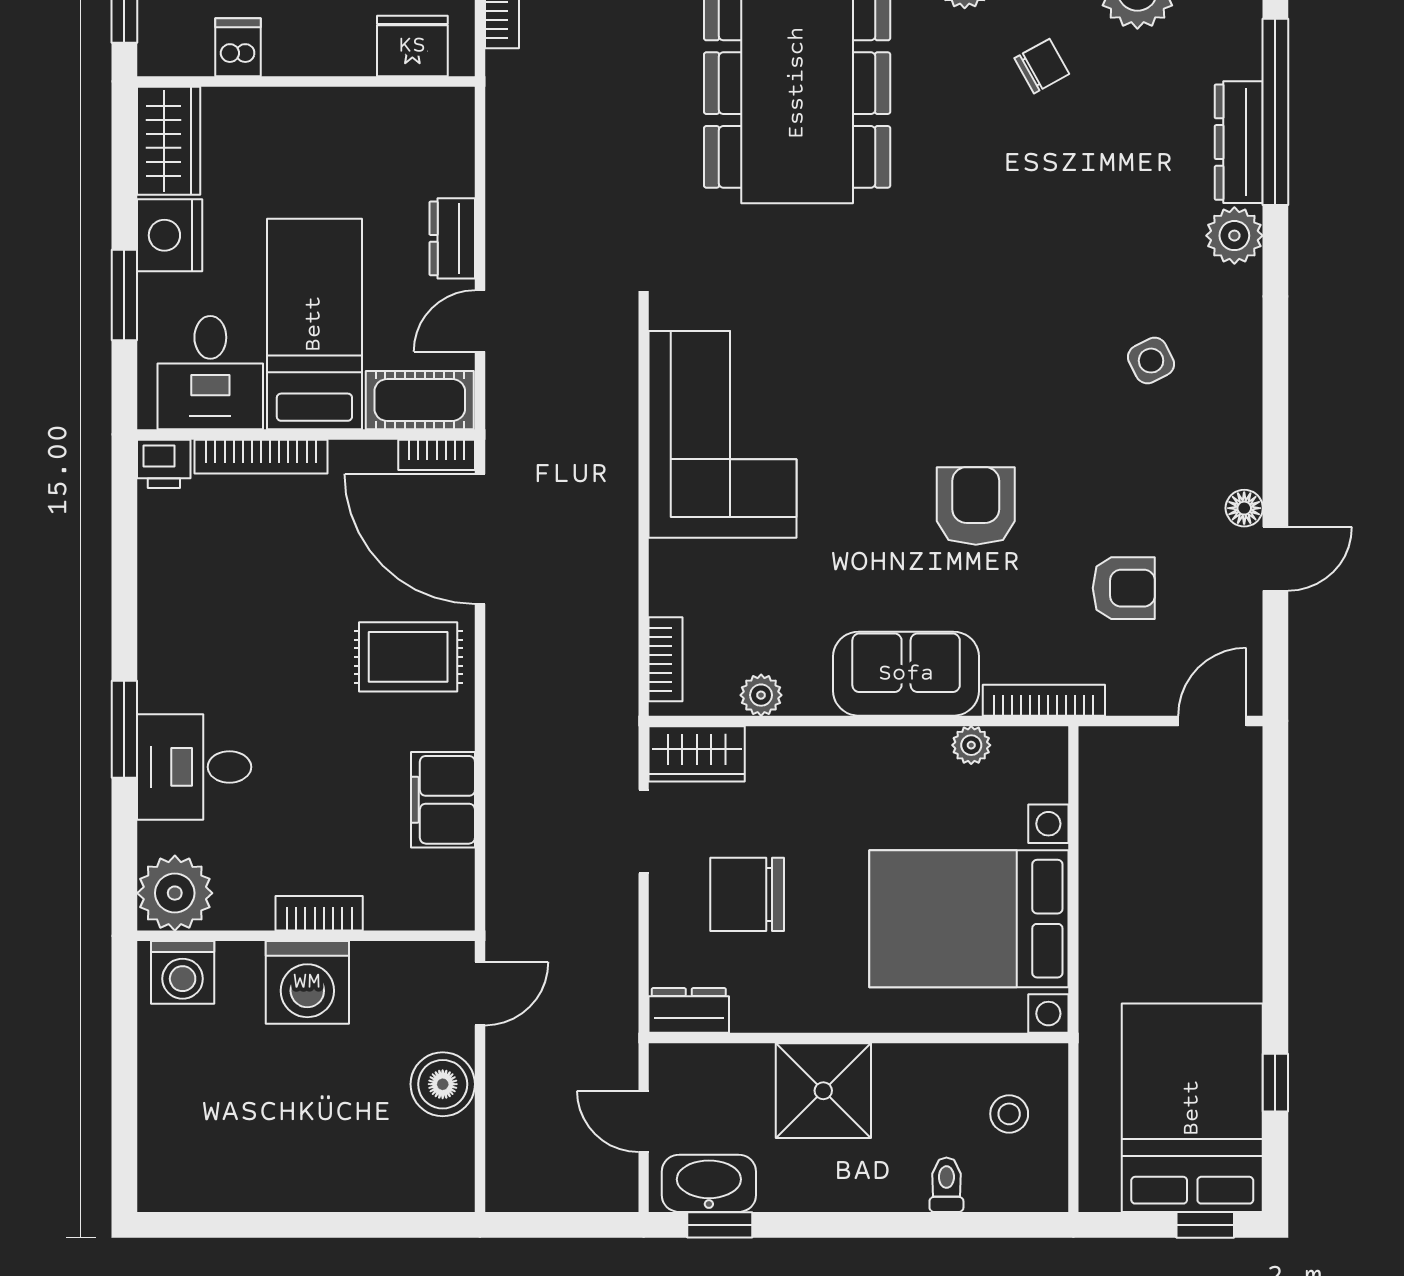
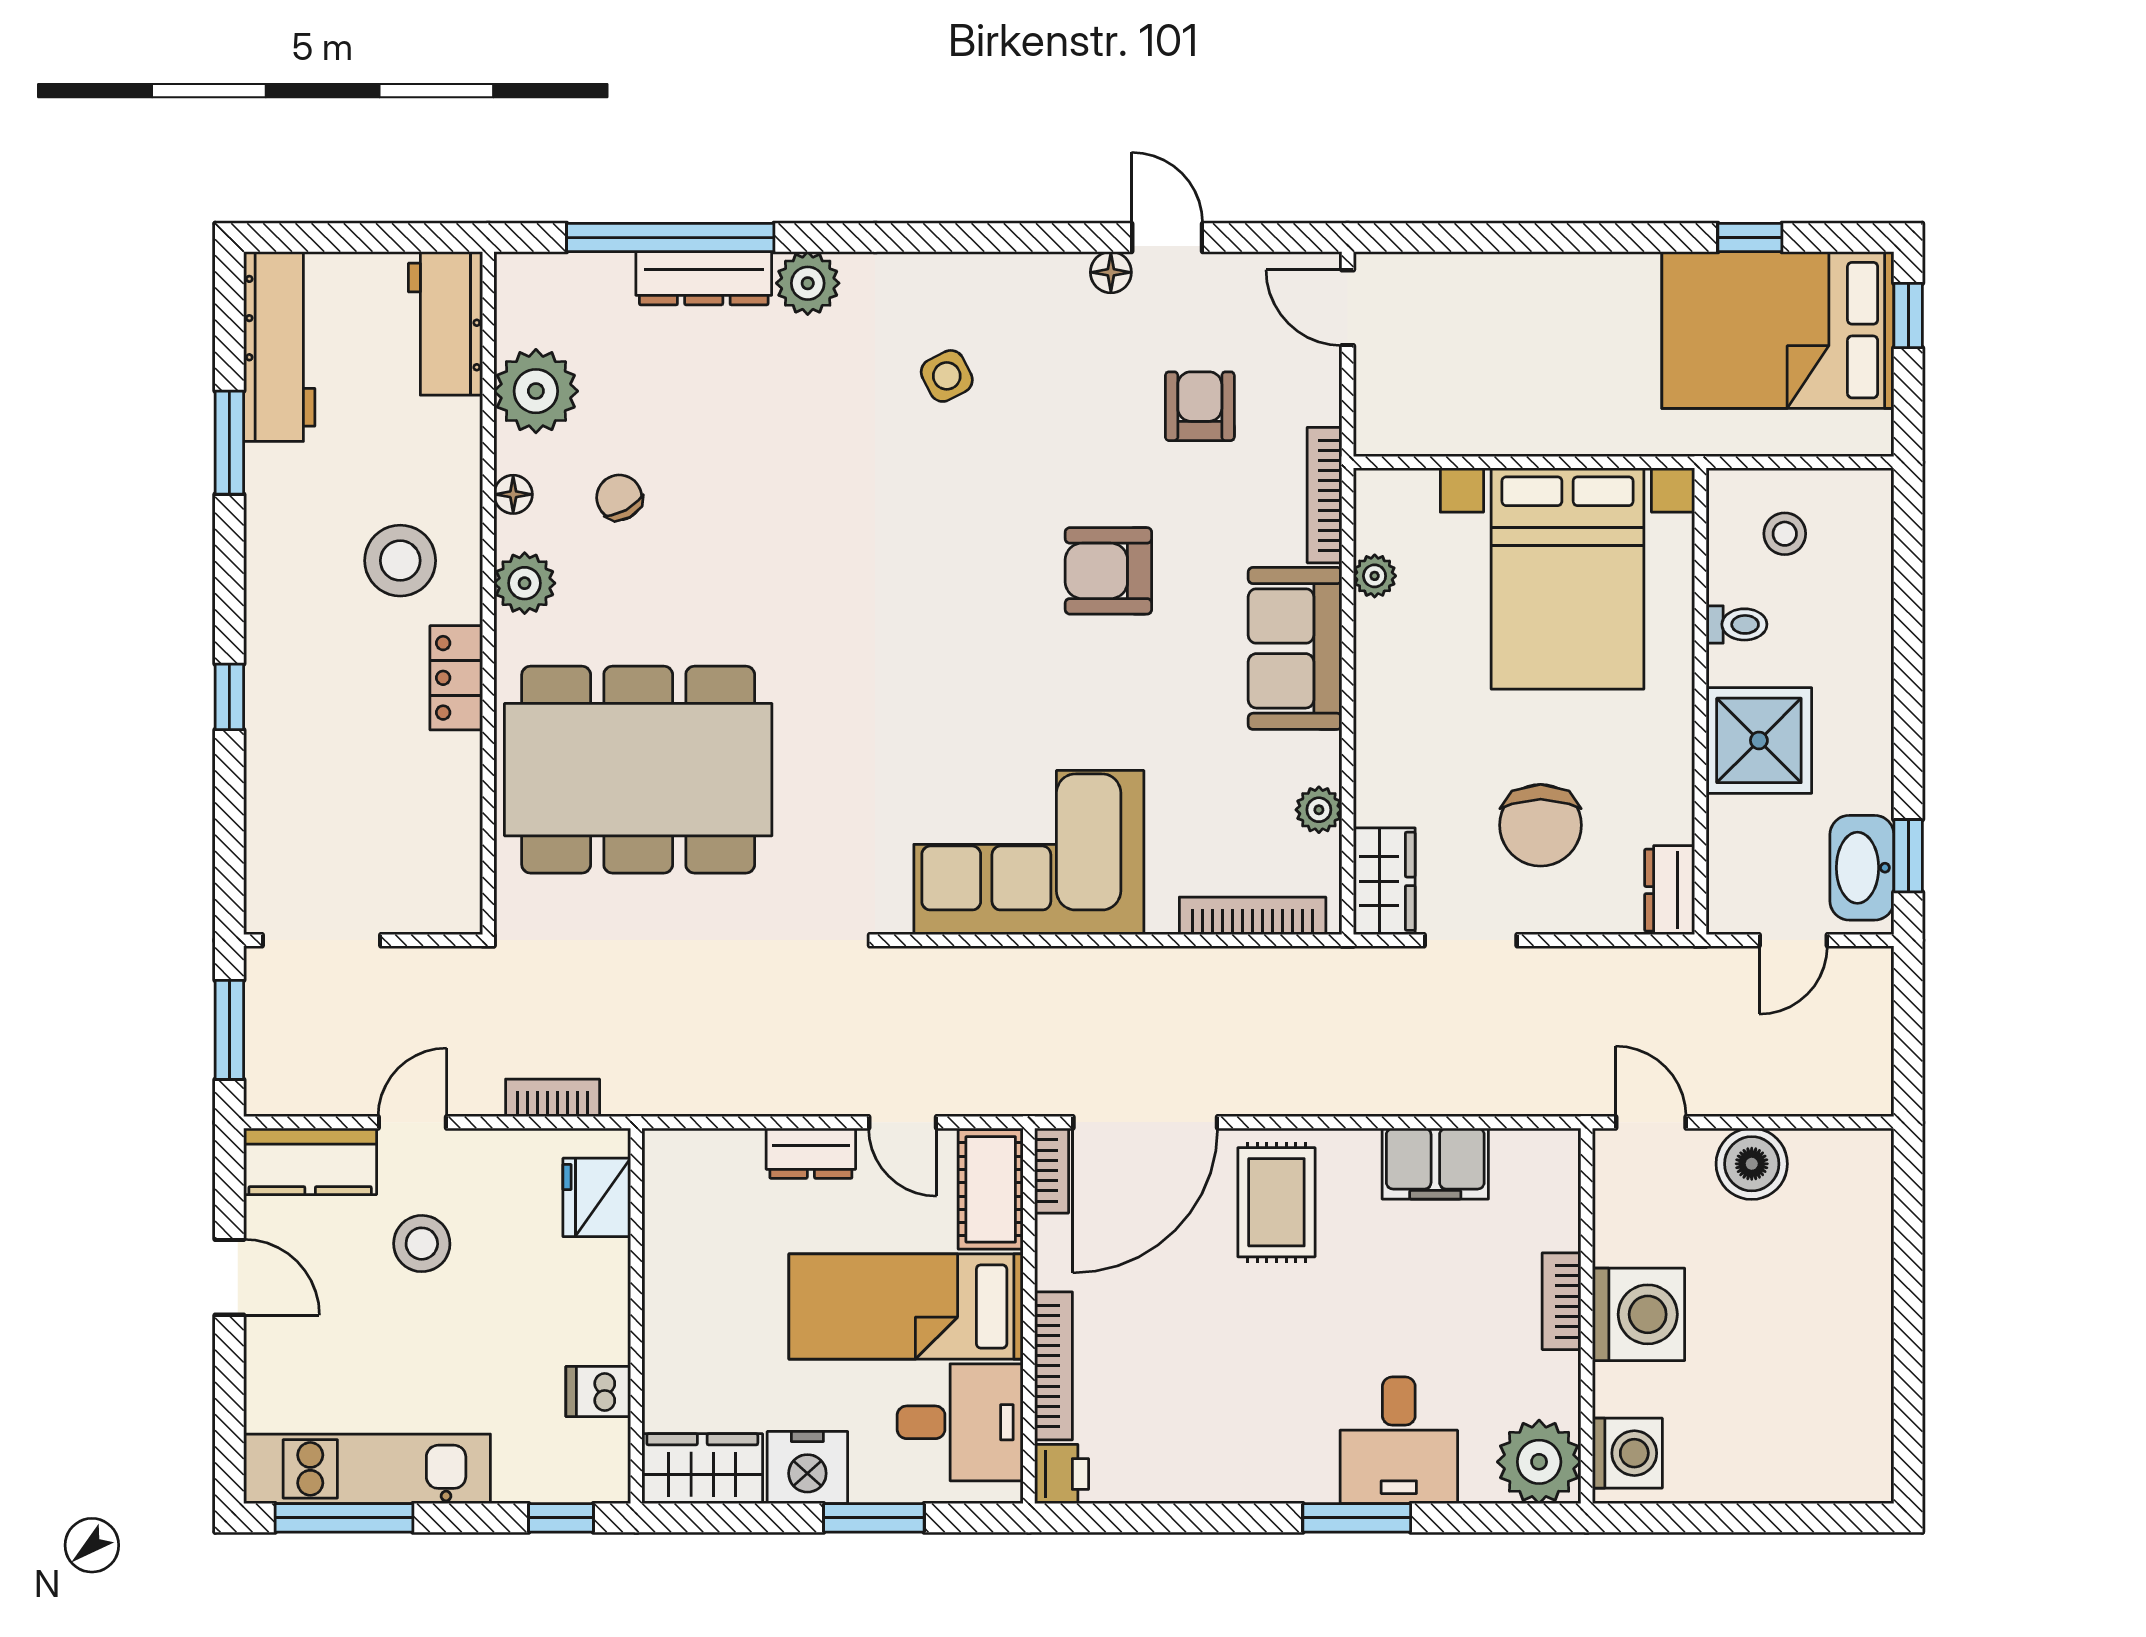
bookcase: (666, 659) -> (1253, 916), width x1.56
toilet: (946, 1185) -> (1737, 624), moved, turned 180

